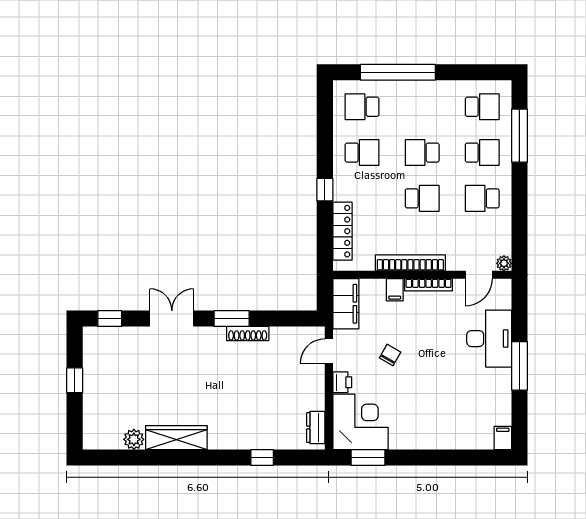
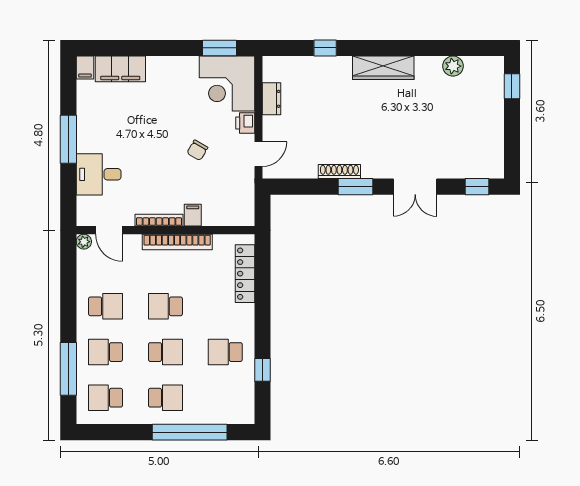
school desk: (362, 107) -> (165, 398), moved
window: (325, 190) -> (262, 370), moved
door: (479, 275) -> (109, 230), swing flipped
filing cabinet: (346, 304) -> (120, 69), moved, turned -90
desk: (489, 339) -> (99, 174), width x0.73
window: (75, 380) -> (512, 86), moved
dresser: (316, 427) -> (272, 99), moved
wardrobe: (176, 438) -> (383, 68), moved

